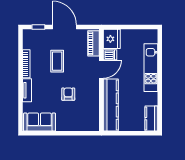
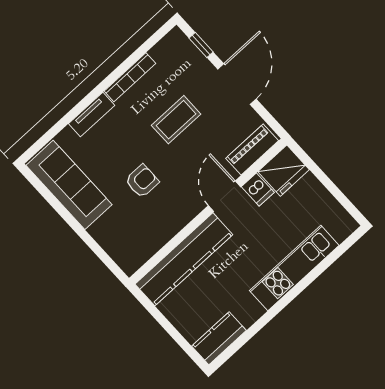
door: (101, 69) -> (224, 196), swing flipped
sofa: (40, 122) -> (69, 185), width x1.36

